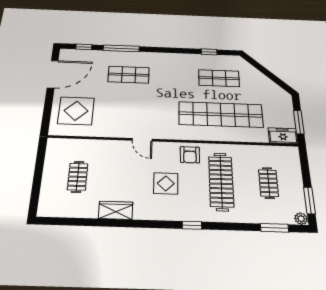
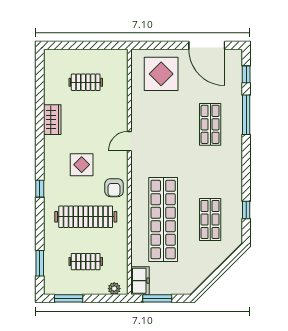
armchair: (190, 155) -> (114, 188), turned -90
plant: (301, 219) -> (114, 289), moved

